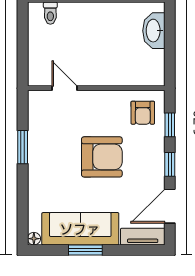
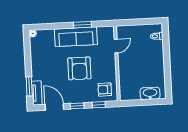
sofa: (80, 229) -> (76, 37), moved, turned 90
window: (85, 250) -> (29, 86), moved

